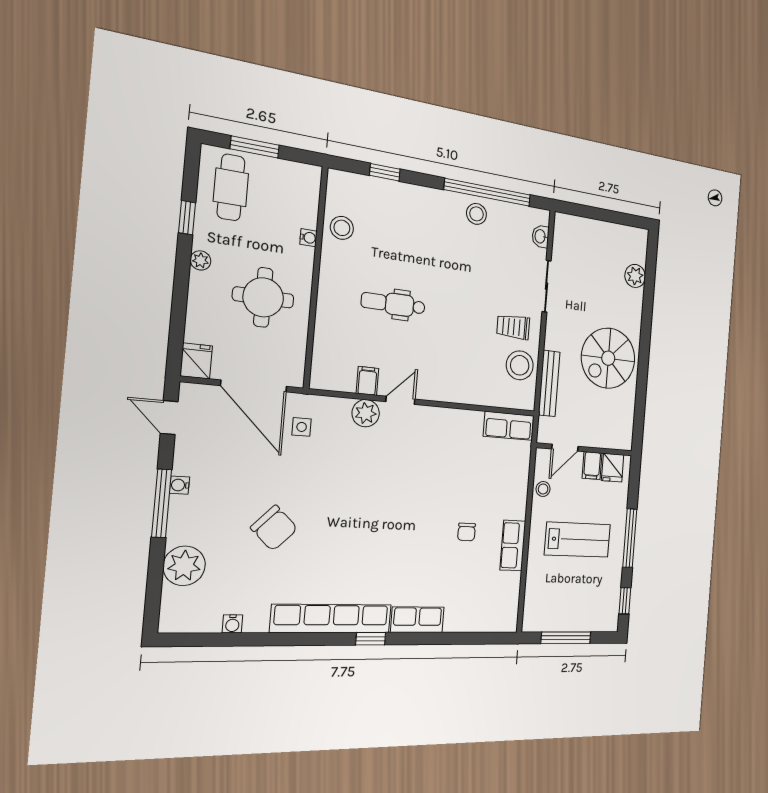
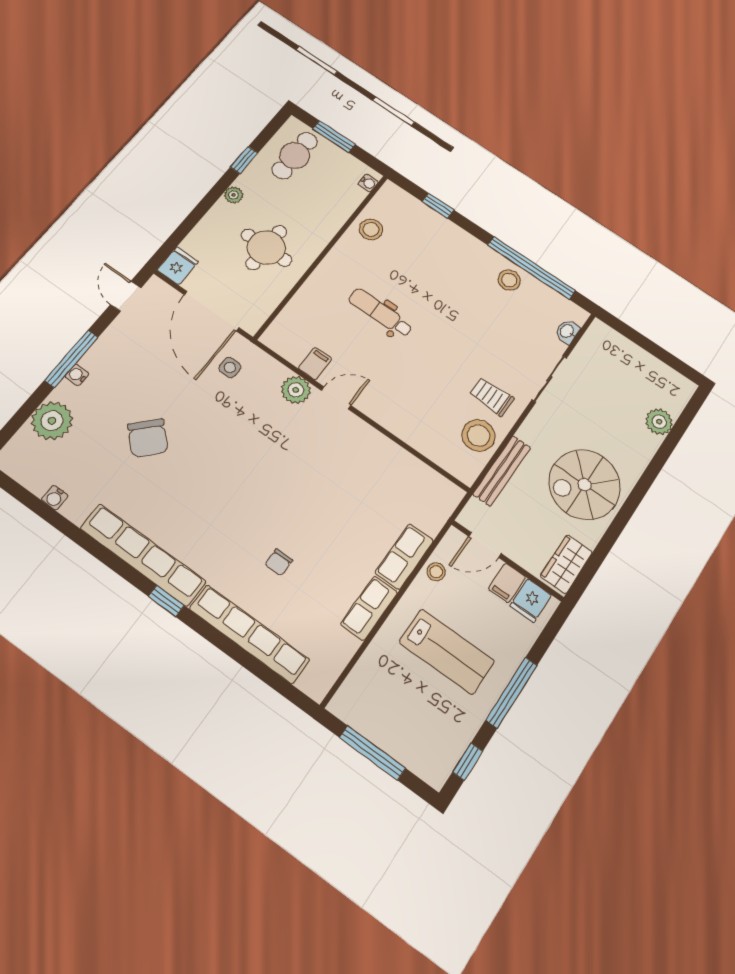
water cooler: (308, 238) -> (368, 183), moved
row of seats: (509, 426) -> (404, 557), moved, turned 90
wardrobe: (623, 426) -> (566, 564), added
water cooler: (180, 485) -> (77, 375), moved
chair: (467, 532) -> (279, 562), moved
row of seats: (417, 620) -> (249, 634), width x2.02

